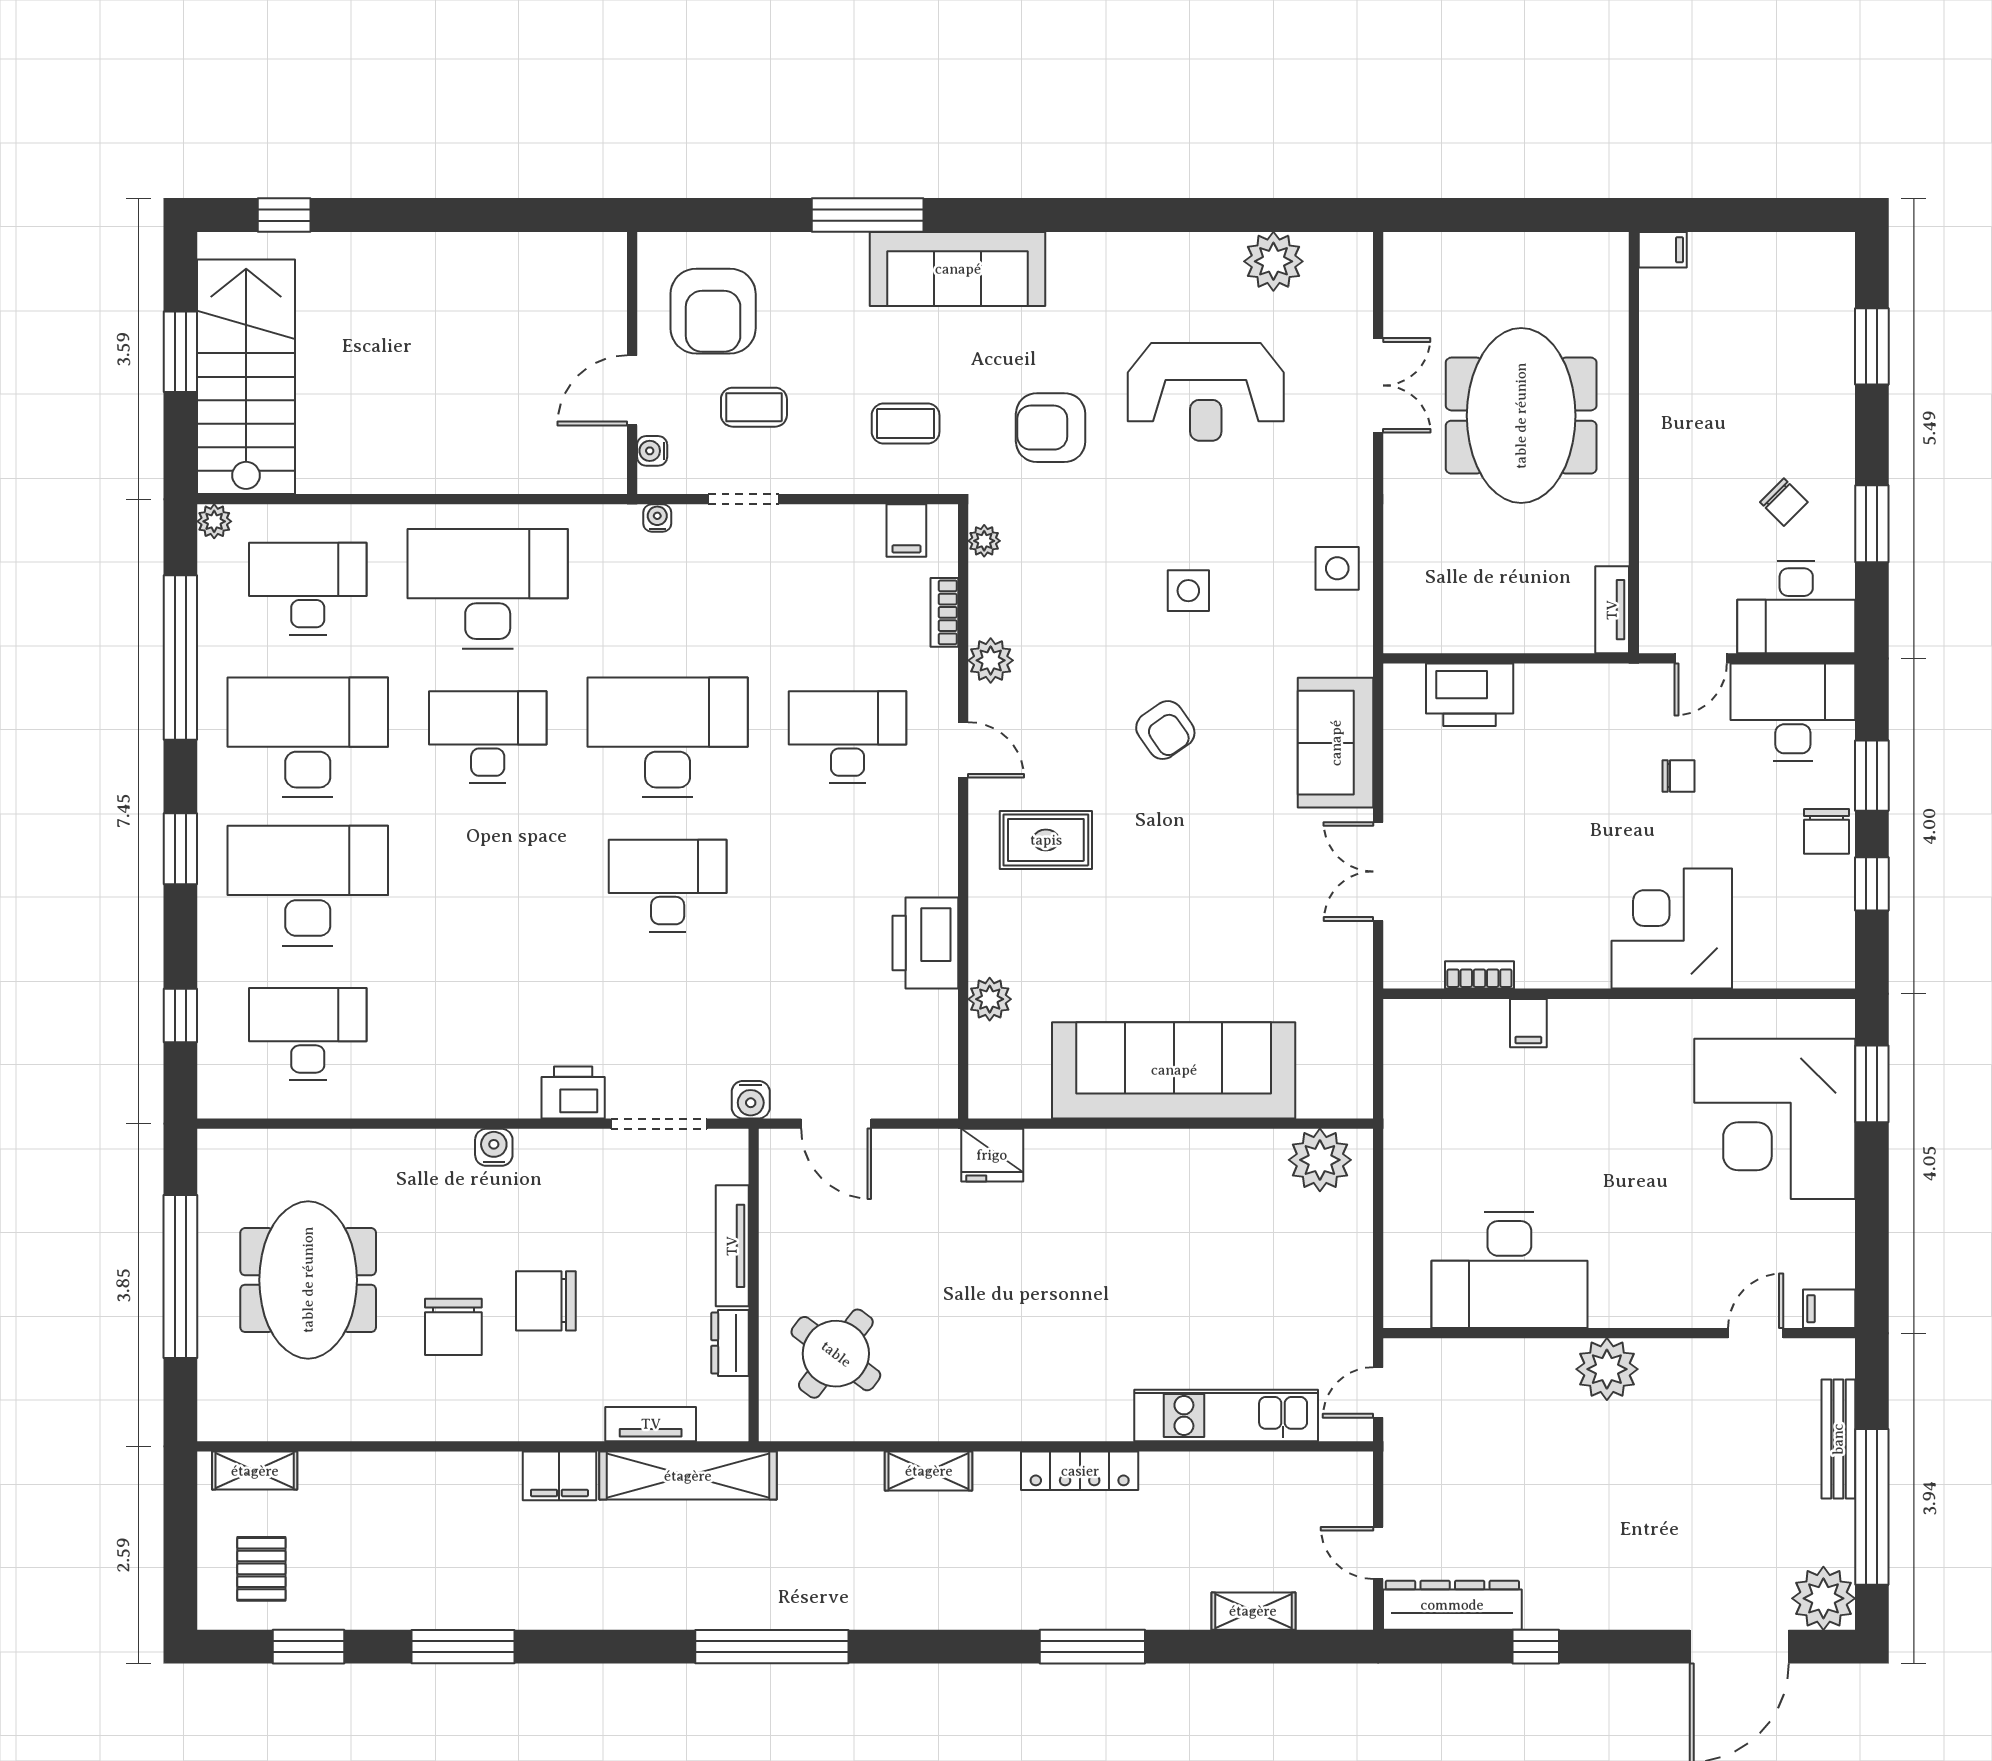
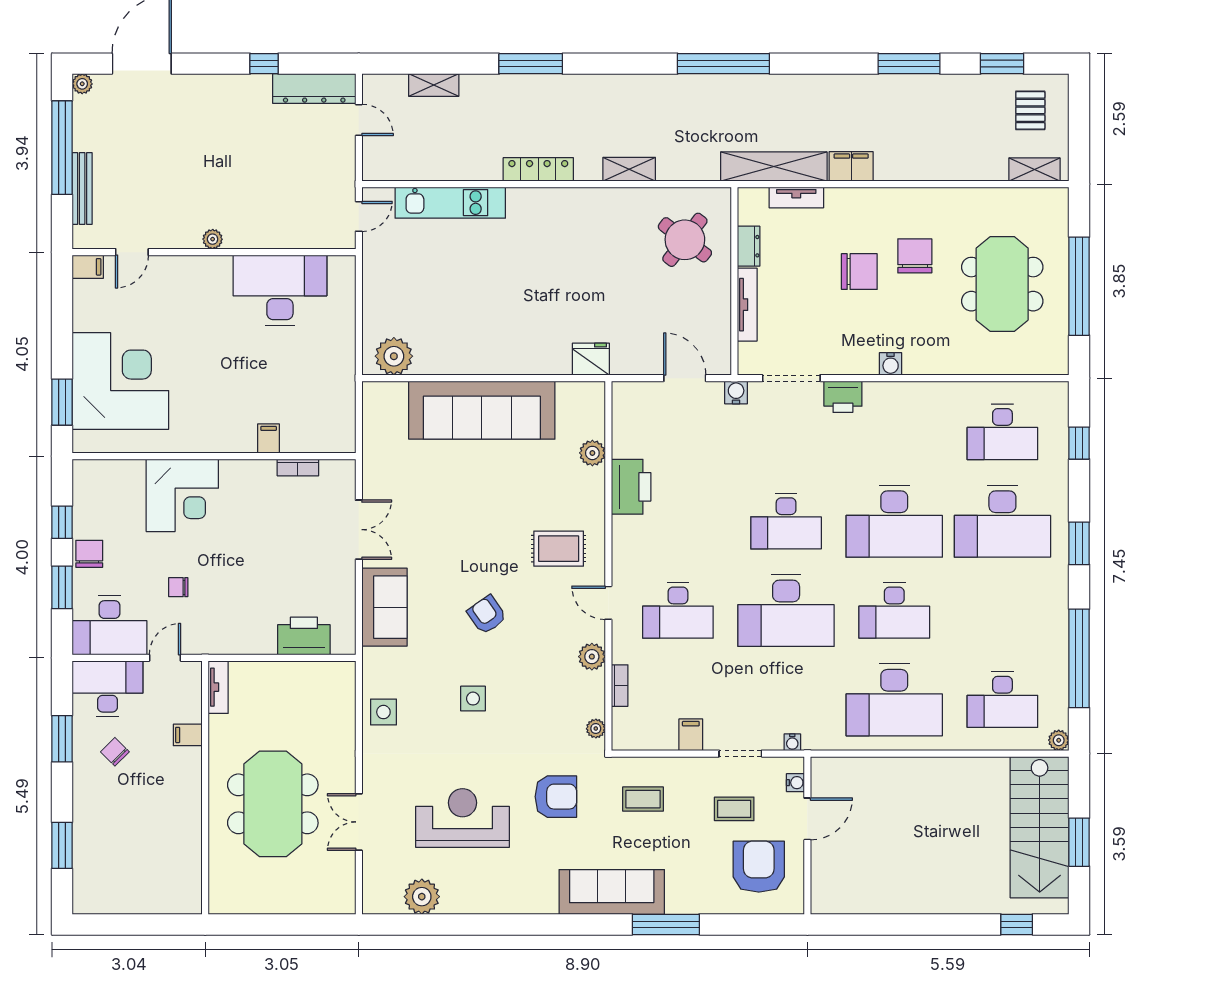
filing cabinet: (1663, 250) -> (188, 735), moved
filing cabinet: (906, 530) -> (691, 735), moved
desk: (308, 737) -> (894, 521), moved
plant: (1607, 1369) -> (213, 239), width x0.53, depth x0.53
plant: (1823, 1598) -> (82, 84), width x0.53, depth x0.53

